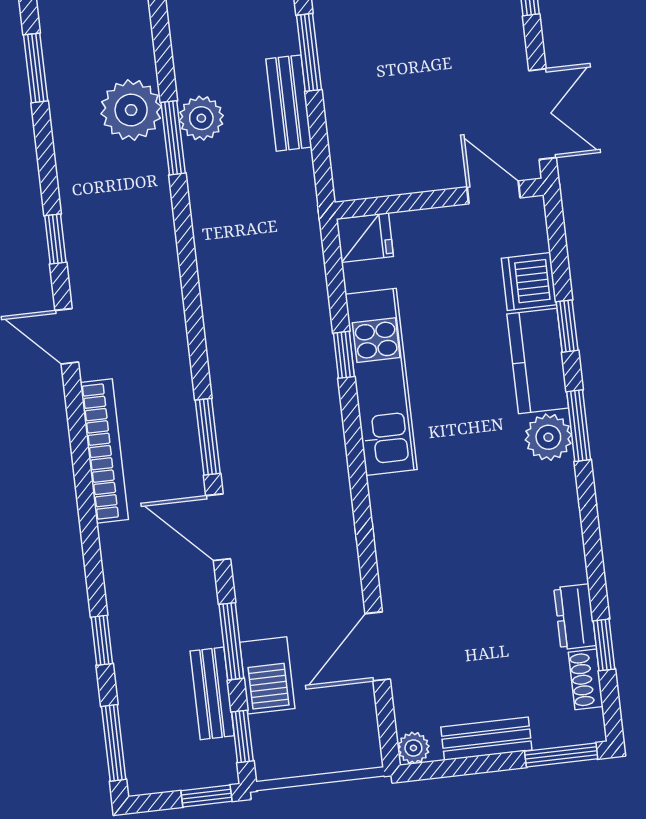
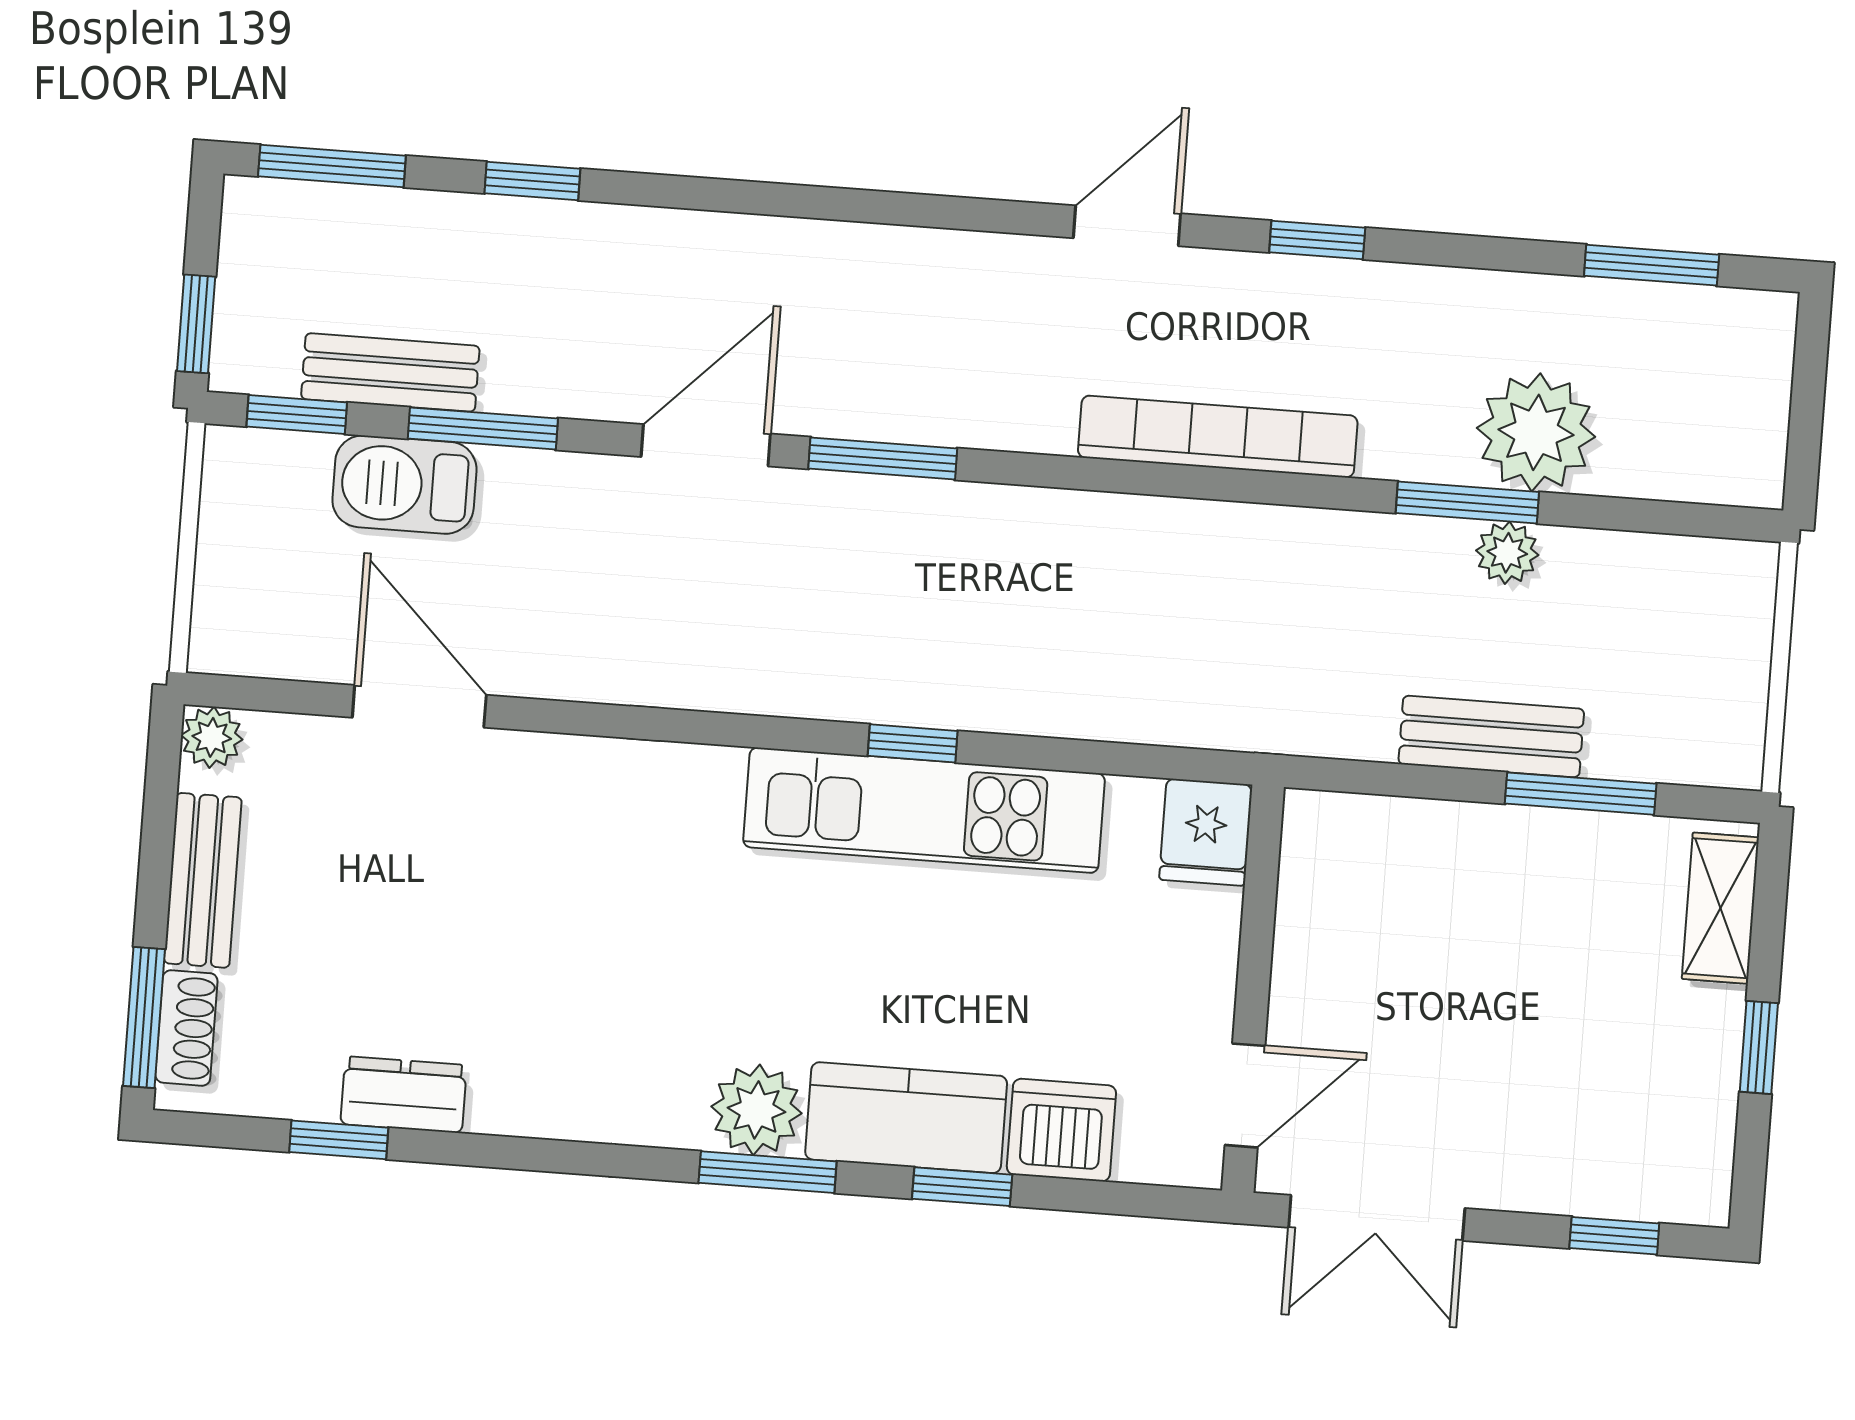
plant: (201, 118) -> (1507, 553), width x0.73, depth x0.73
window: (344, 355) -> (913, 743), moved
bookcase: (104, 451) -> (1218, 437), moved, turned 180
shoe rack: (586, 679) -> (186, 1028), moved, turned 90

